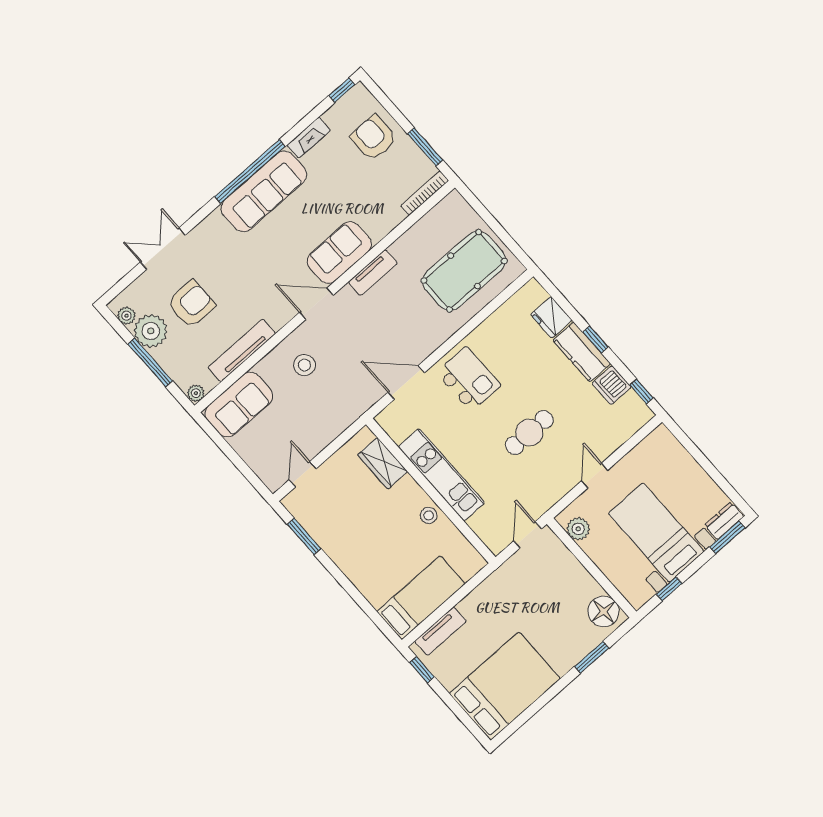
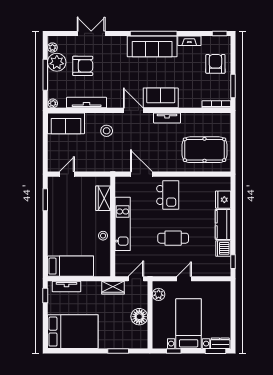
window: (595, 339) -> (233, 224), removed
wardrobe: (507, 576) -> (113, 288), added
floor lamp: (604, 611) -> (139, 317), moved

